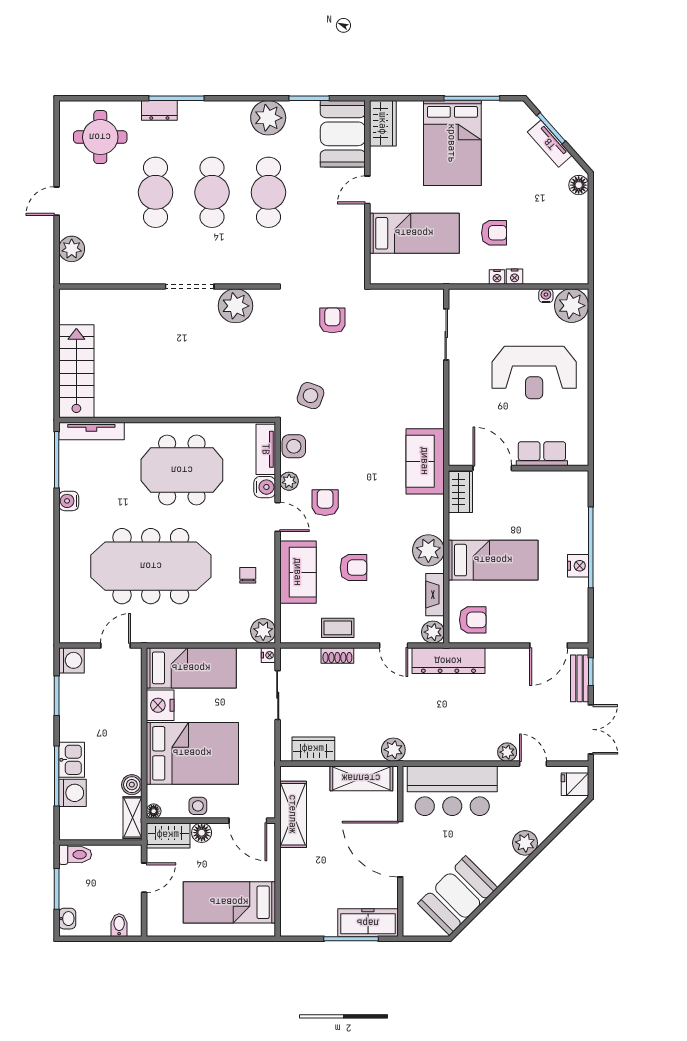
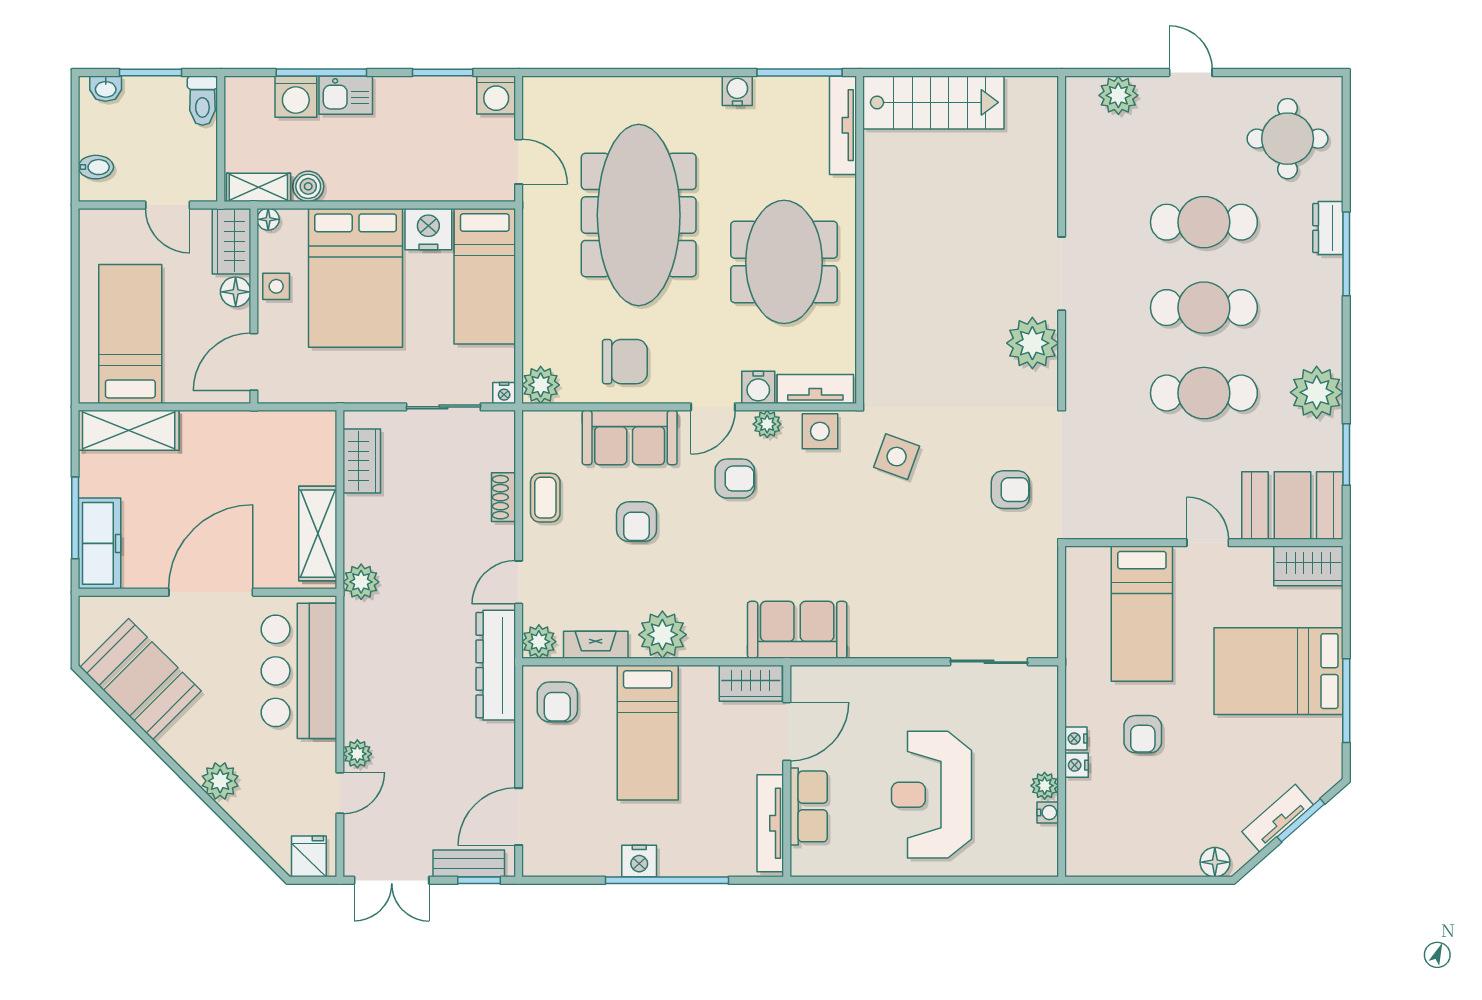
plant: (572, 306) -> (1045, 786), moved, width x0.53, depth x0.53
tv unit: (553, 479) -> (770, 823), added
chair: (248, 575) -> (625, 362), width x1.87, depth x1.87
door: (549, 645) -> (519, 817), hinge flipped
shelving: (293, 814) -> (129, 430), moved

